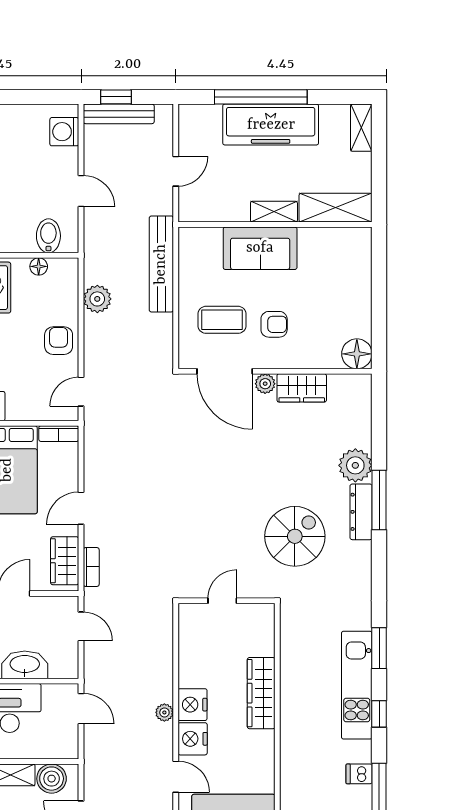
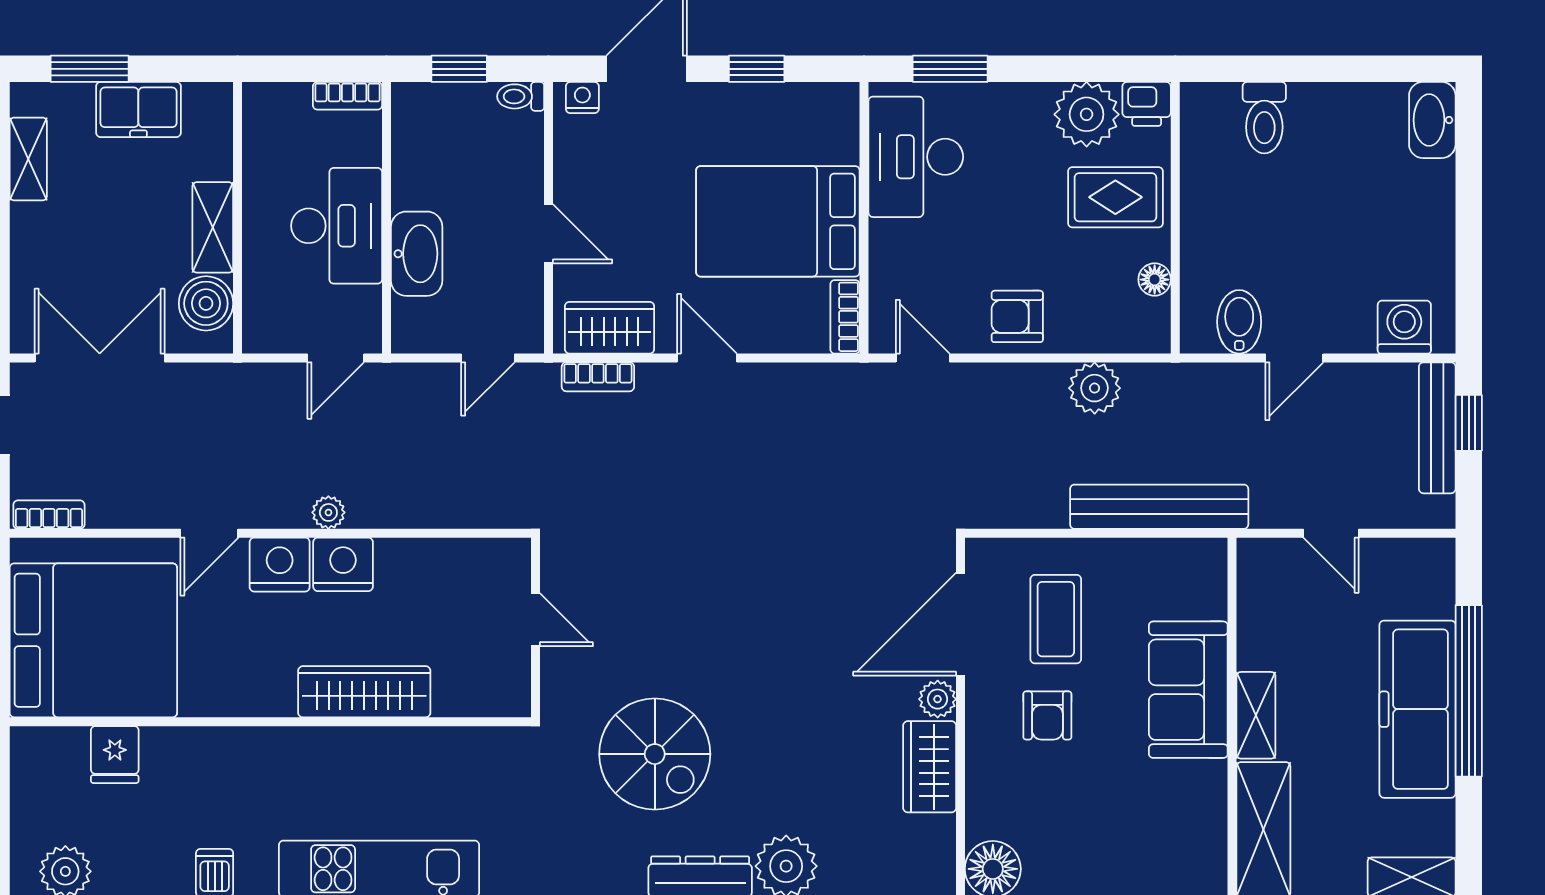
bidet: (48, 236) -> (1239, 322), moved, turned -90
armchair: (59, 341) -> (1017, 316), turned 180

